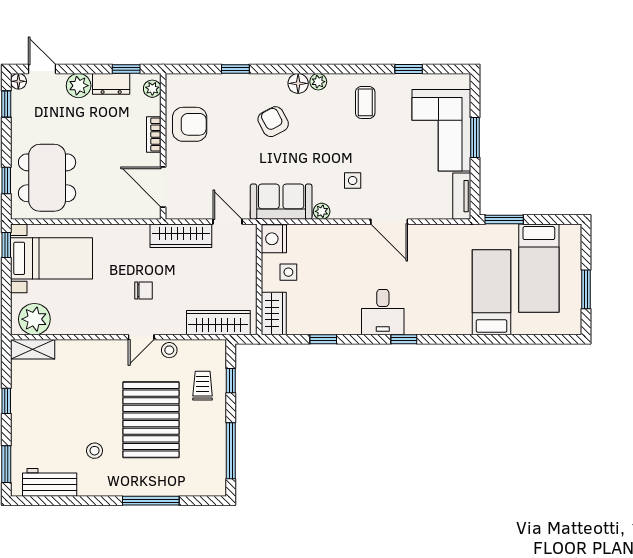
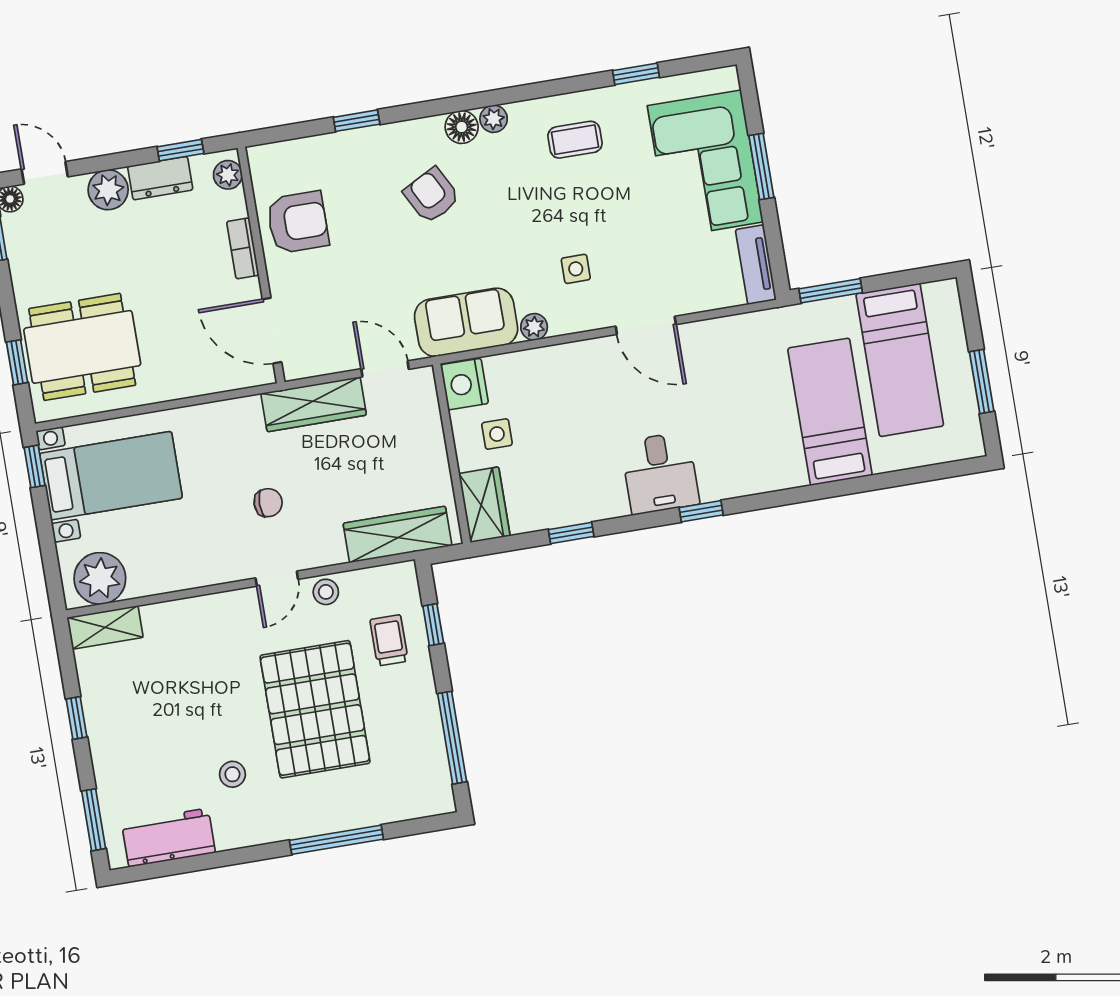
coffee table: (365, 102) -> (575, 140), turned 90
dining table: (47, 178) -> (82, 347), turned 90

